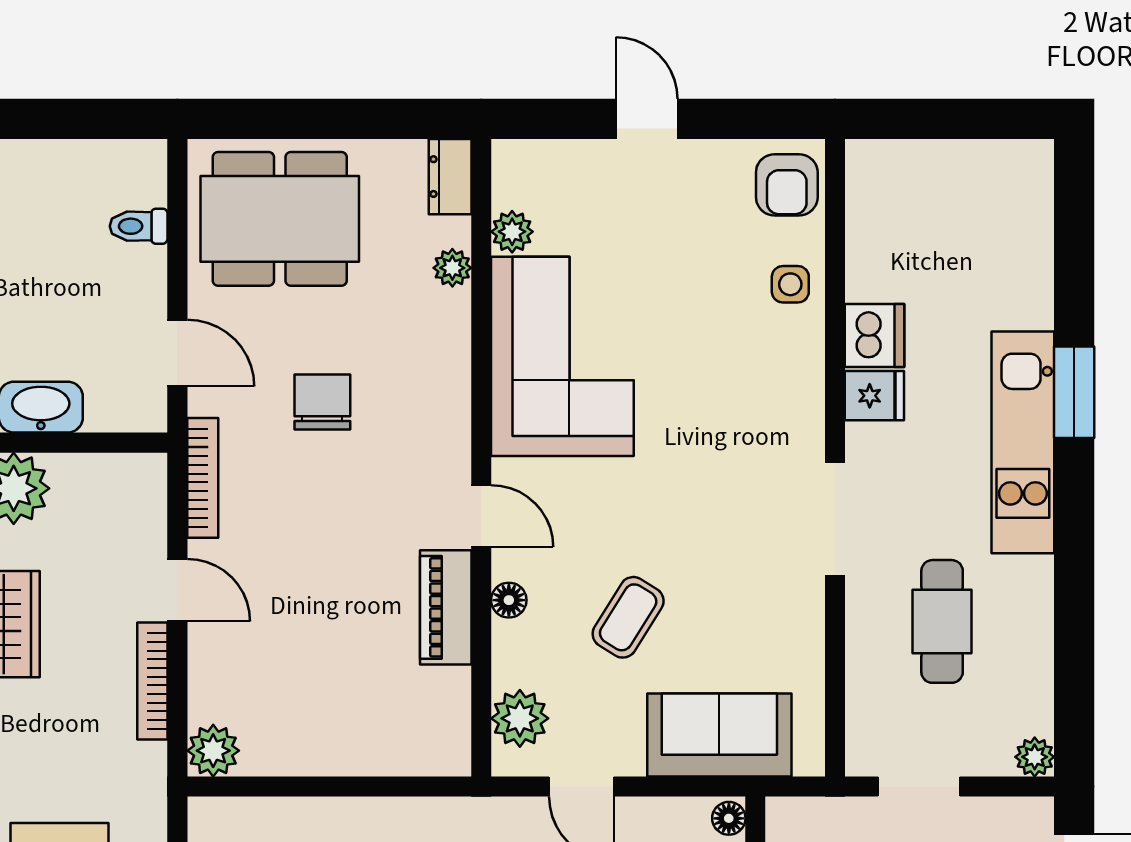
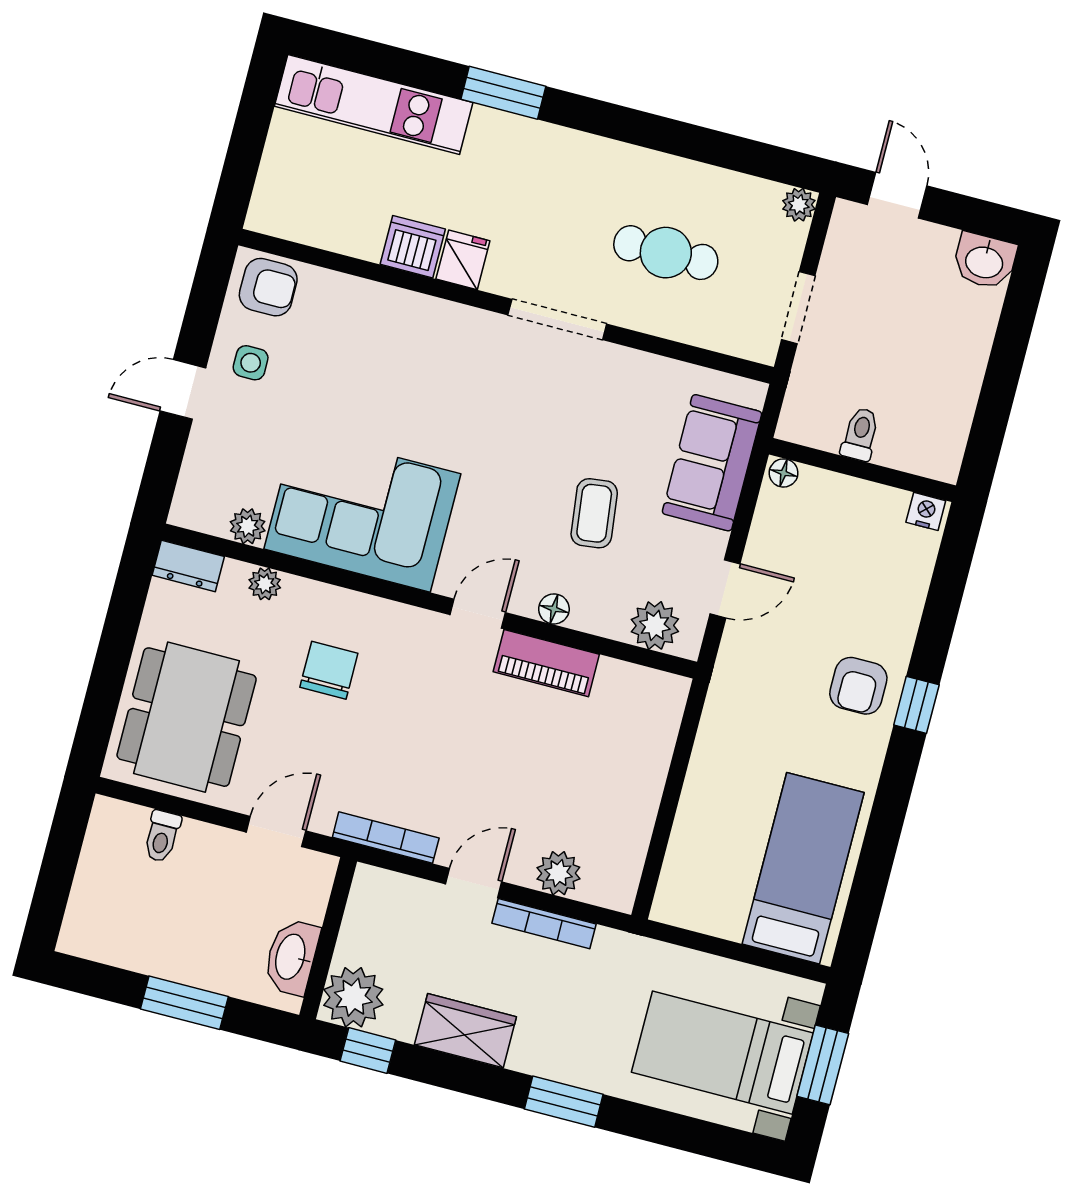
side table: (790, 284) -> (251, 363), moved
chair: (322, 402) -> (329, 670), moved, turned 90
kitchen unit: (1023, 442) -> (374, 104), moved
coffee table: (628, 617) -> (594, 513), turned 51
plant: (213, 751) -> (558, 873), moved

